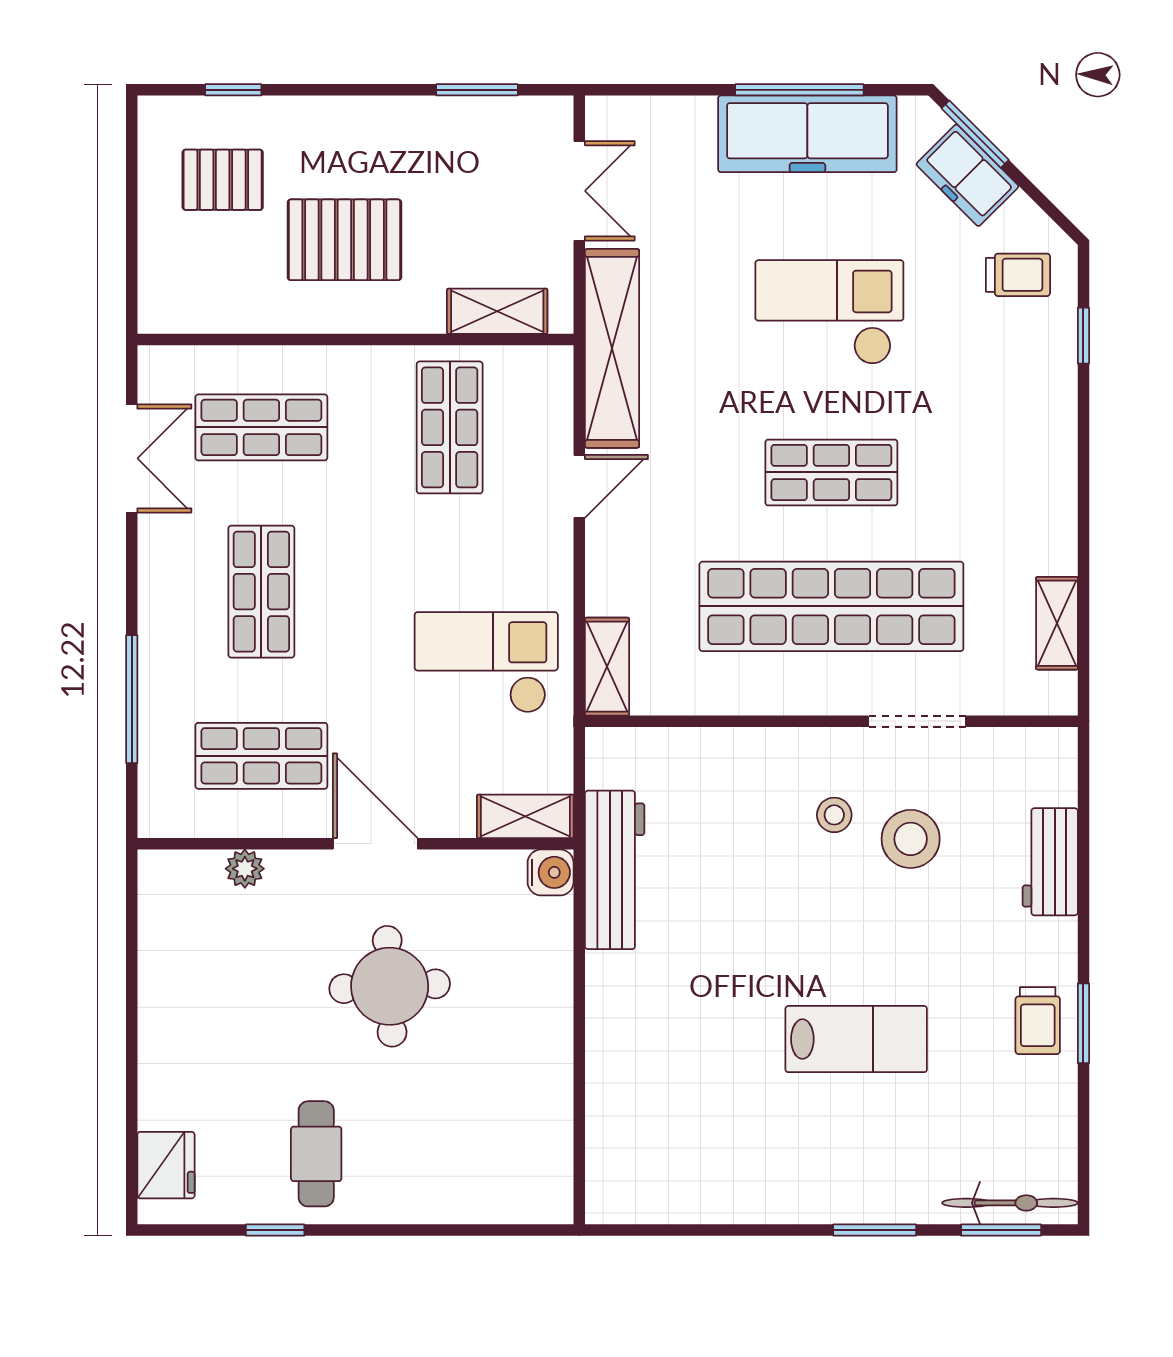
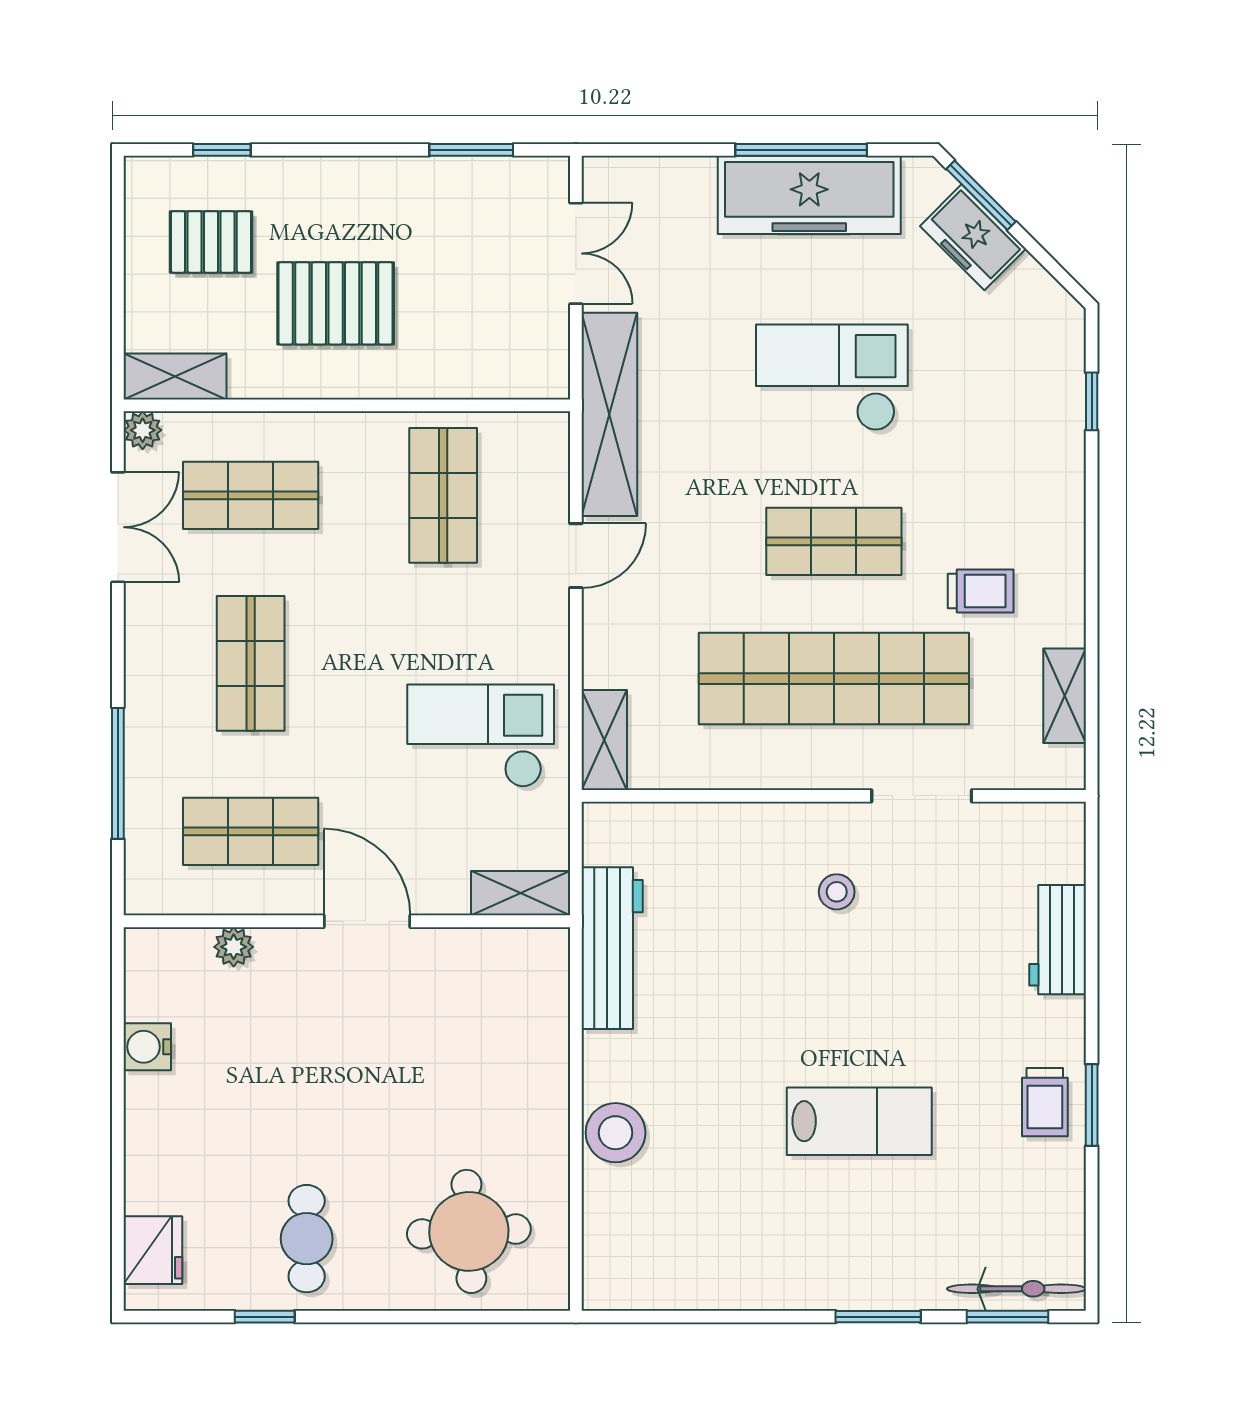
trolley: (1018, 275) -> (981, 591), moved
shelving: (497, 311) -> (175, 377), moved
plant: (156, 364) -> (143, 430), added
stool: (911, 839) -> (616, 1133), moved
water cooler: (551, 872) -> (147, 1047), moved, turned 180
round table: (390, 986) -> (469, 1231), moved

